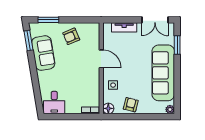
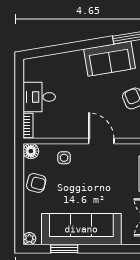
window: (177, 45) -> (64, 249), moved
door: (101, 59) -> (101, 141), swing flipped
desk: (54, 103) -> (39, 97), moved

